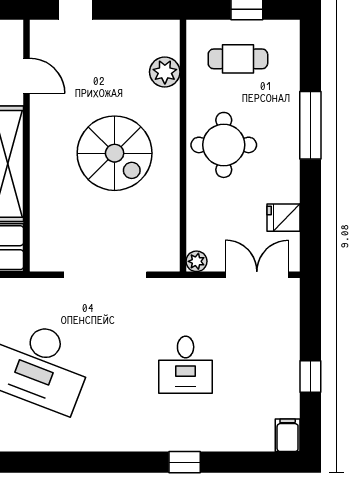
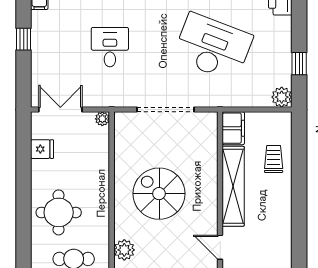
window: (310, 125) -> (24, 213), removed
round table: (224, 145) -> (59, 212), moved
double door: (257, 275) -> (60, 109), swing flipped

